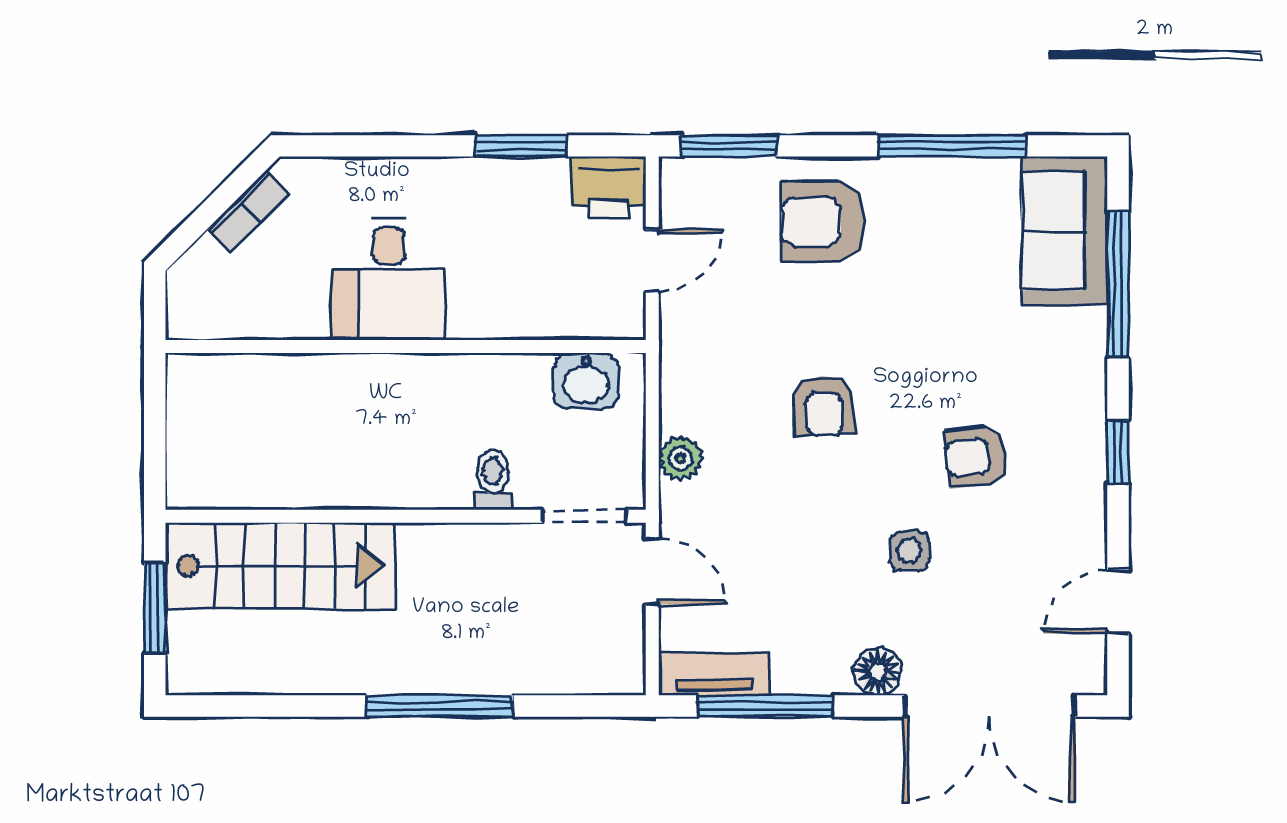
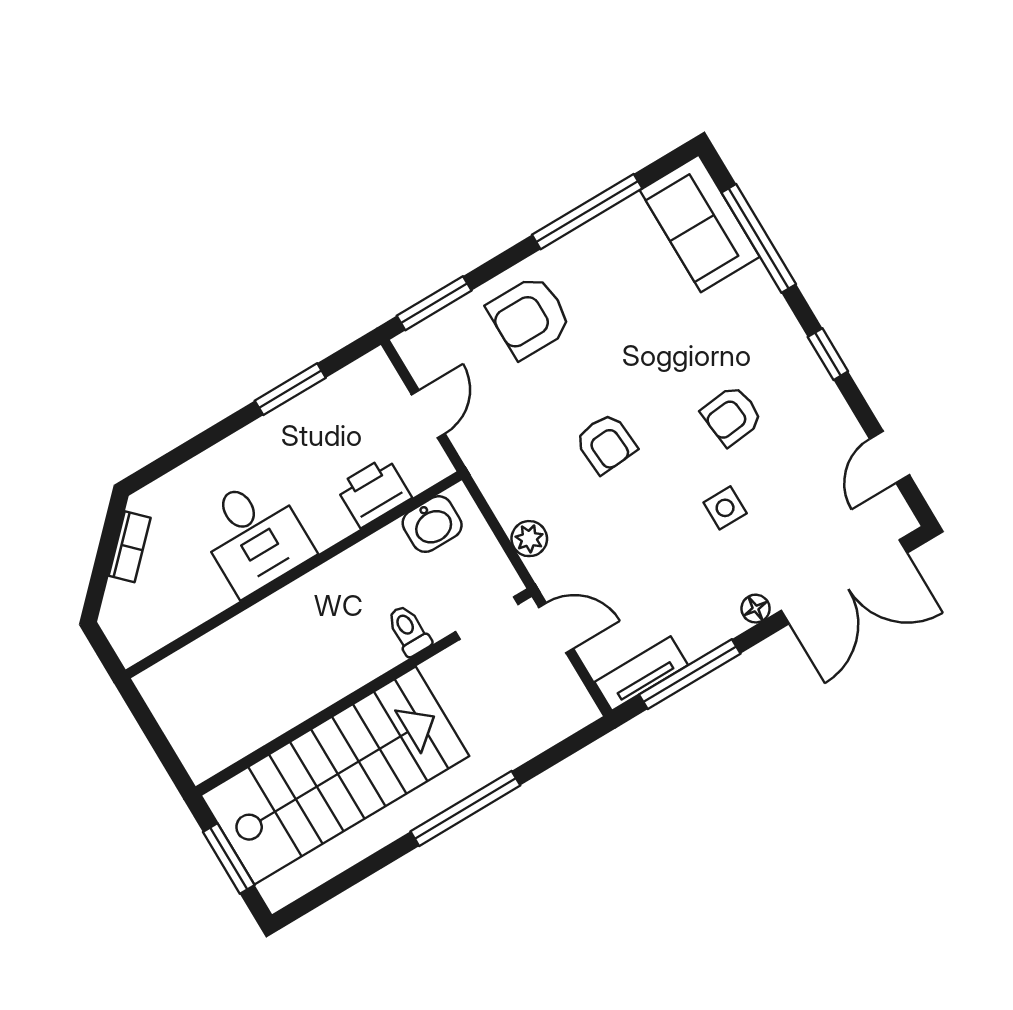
printer: (608, 187) -> (374, 492), moved, turned 180
stairs: (280, 566) -> (335, 776), width x1.36, depth x1.51
floor lamp: (878, 672) -> (756, 609), width x0.73, depth x0.73

